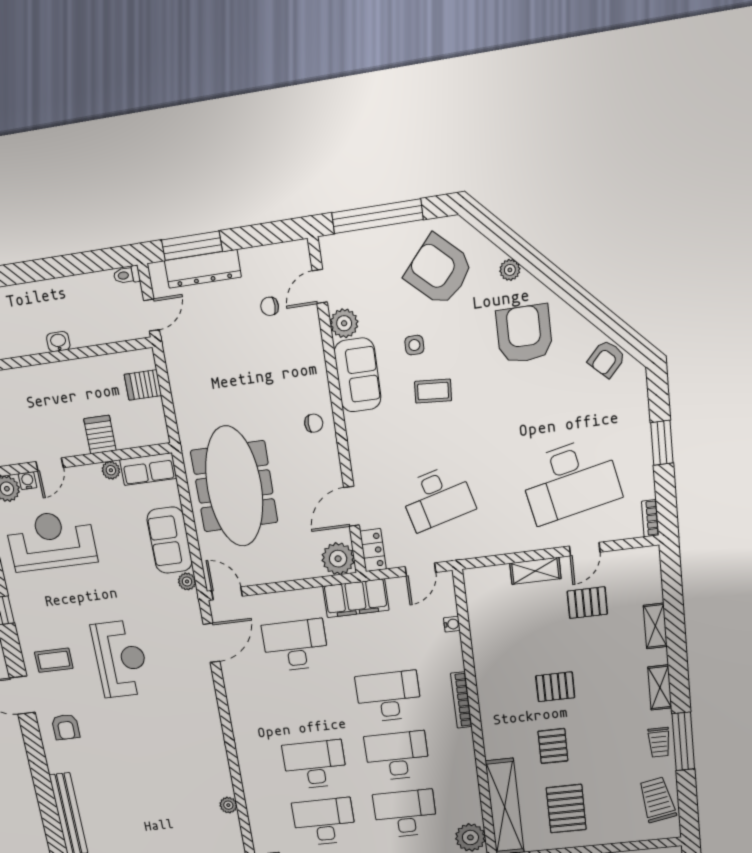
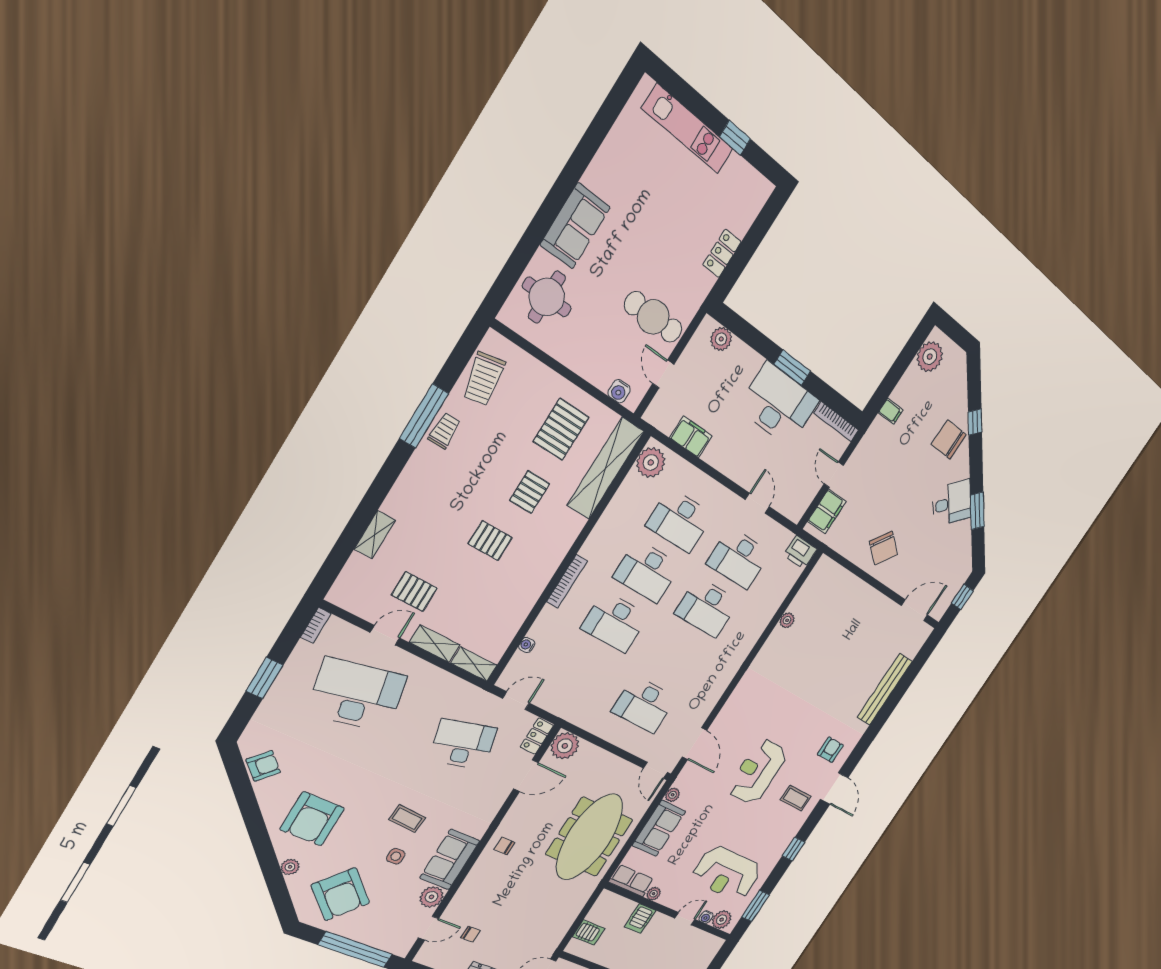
filing cabinet: (356, 598) -> (577, 710), removed
door: (212, 643) -> (694, 744), swing flipped
shelving: (660, 687) -> (474, 664), moved, turned 90

